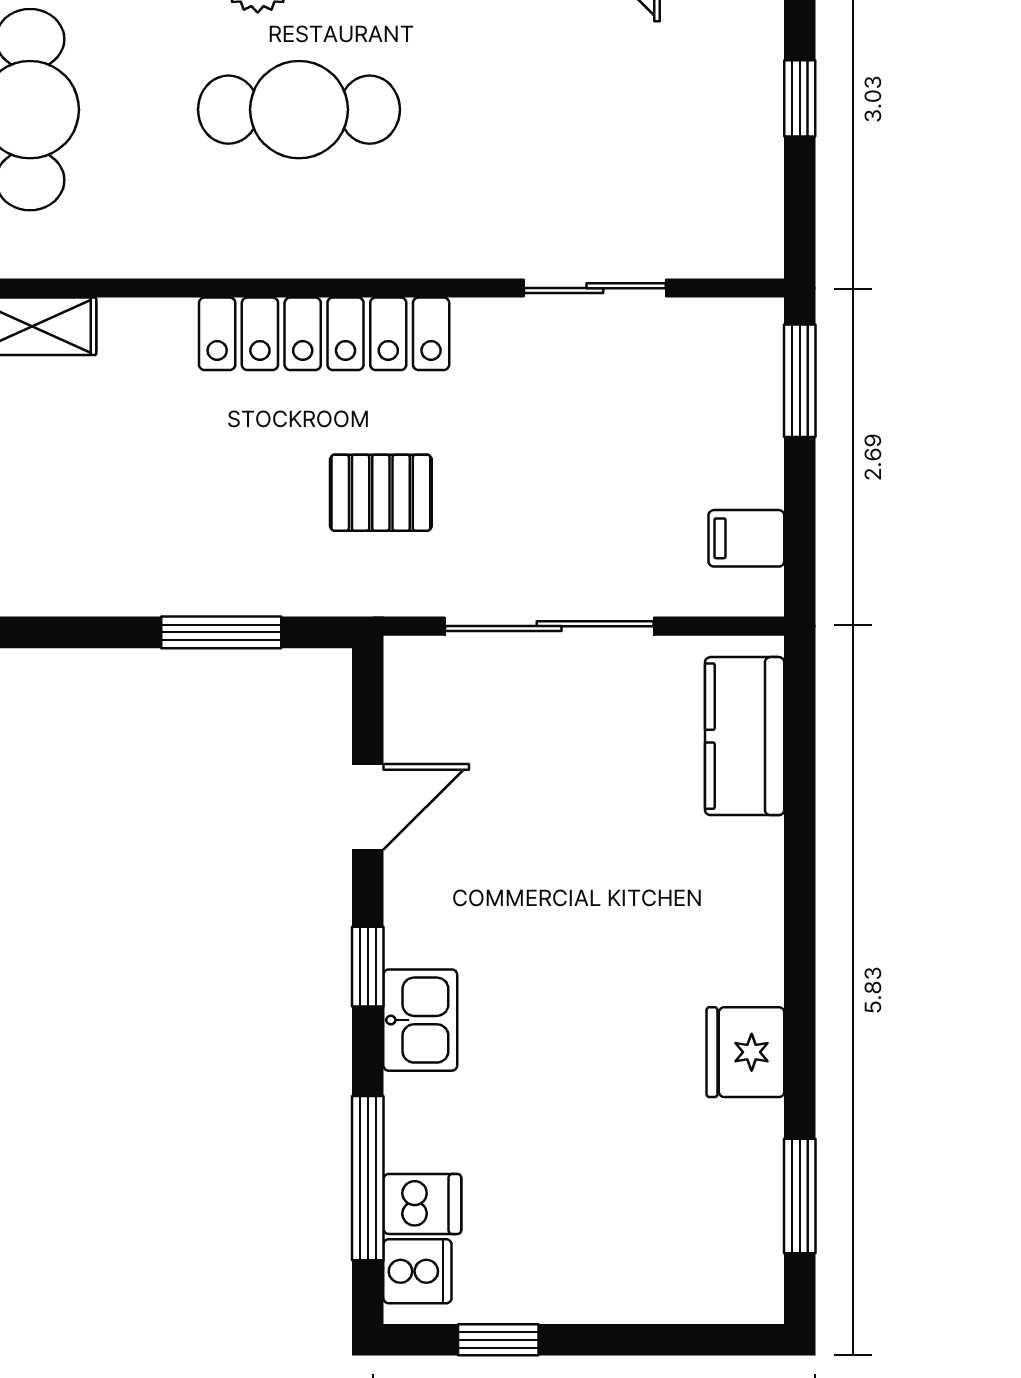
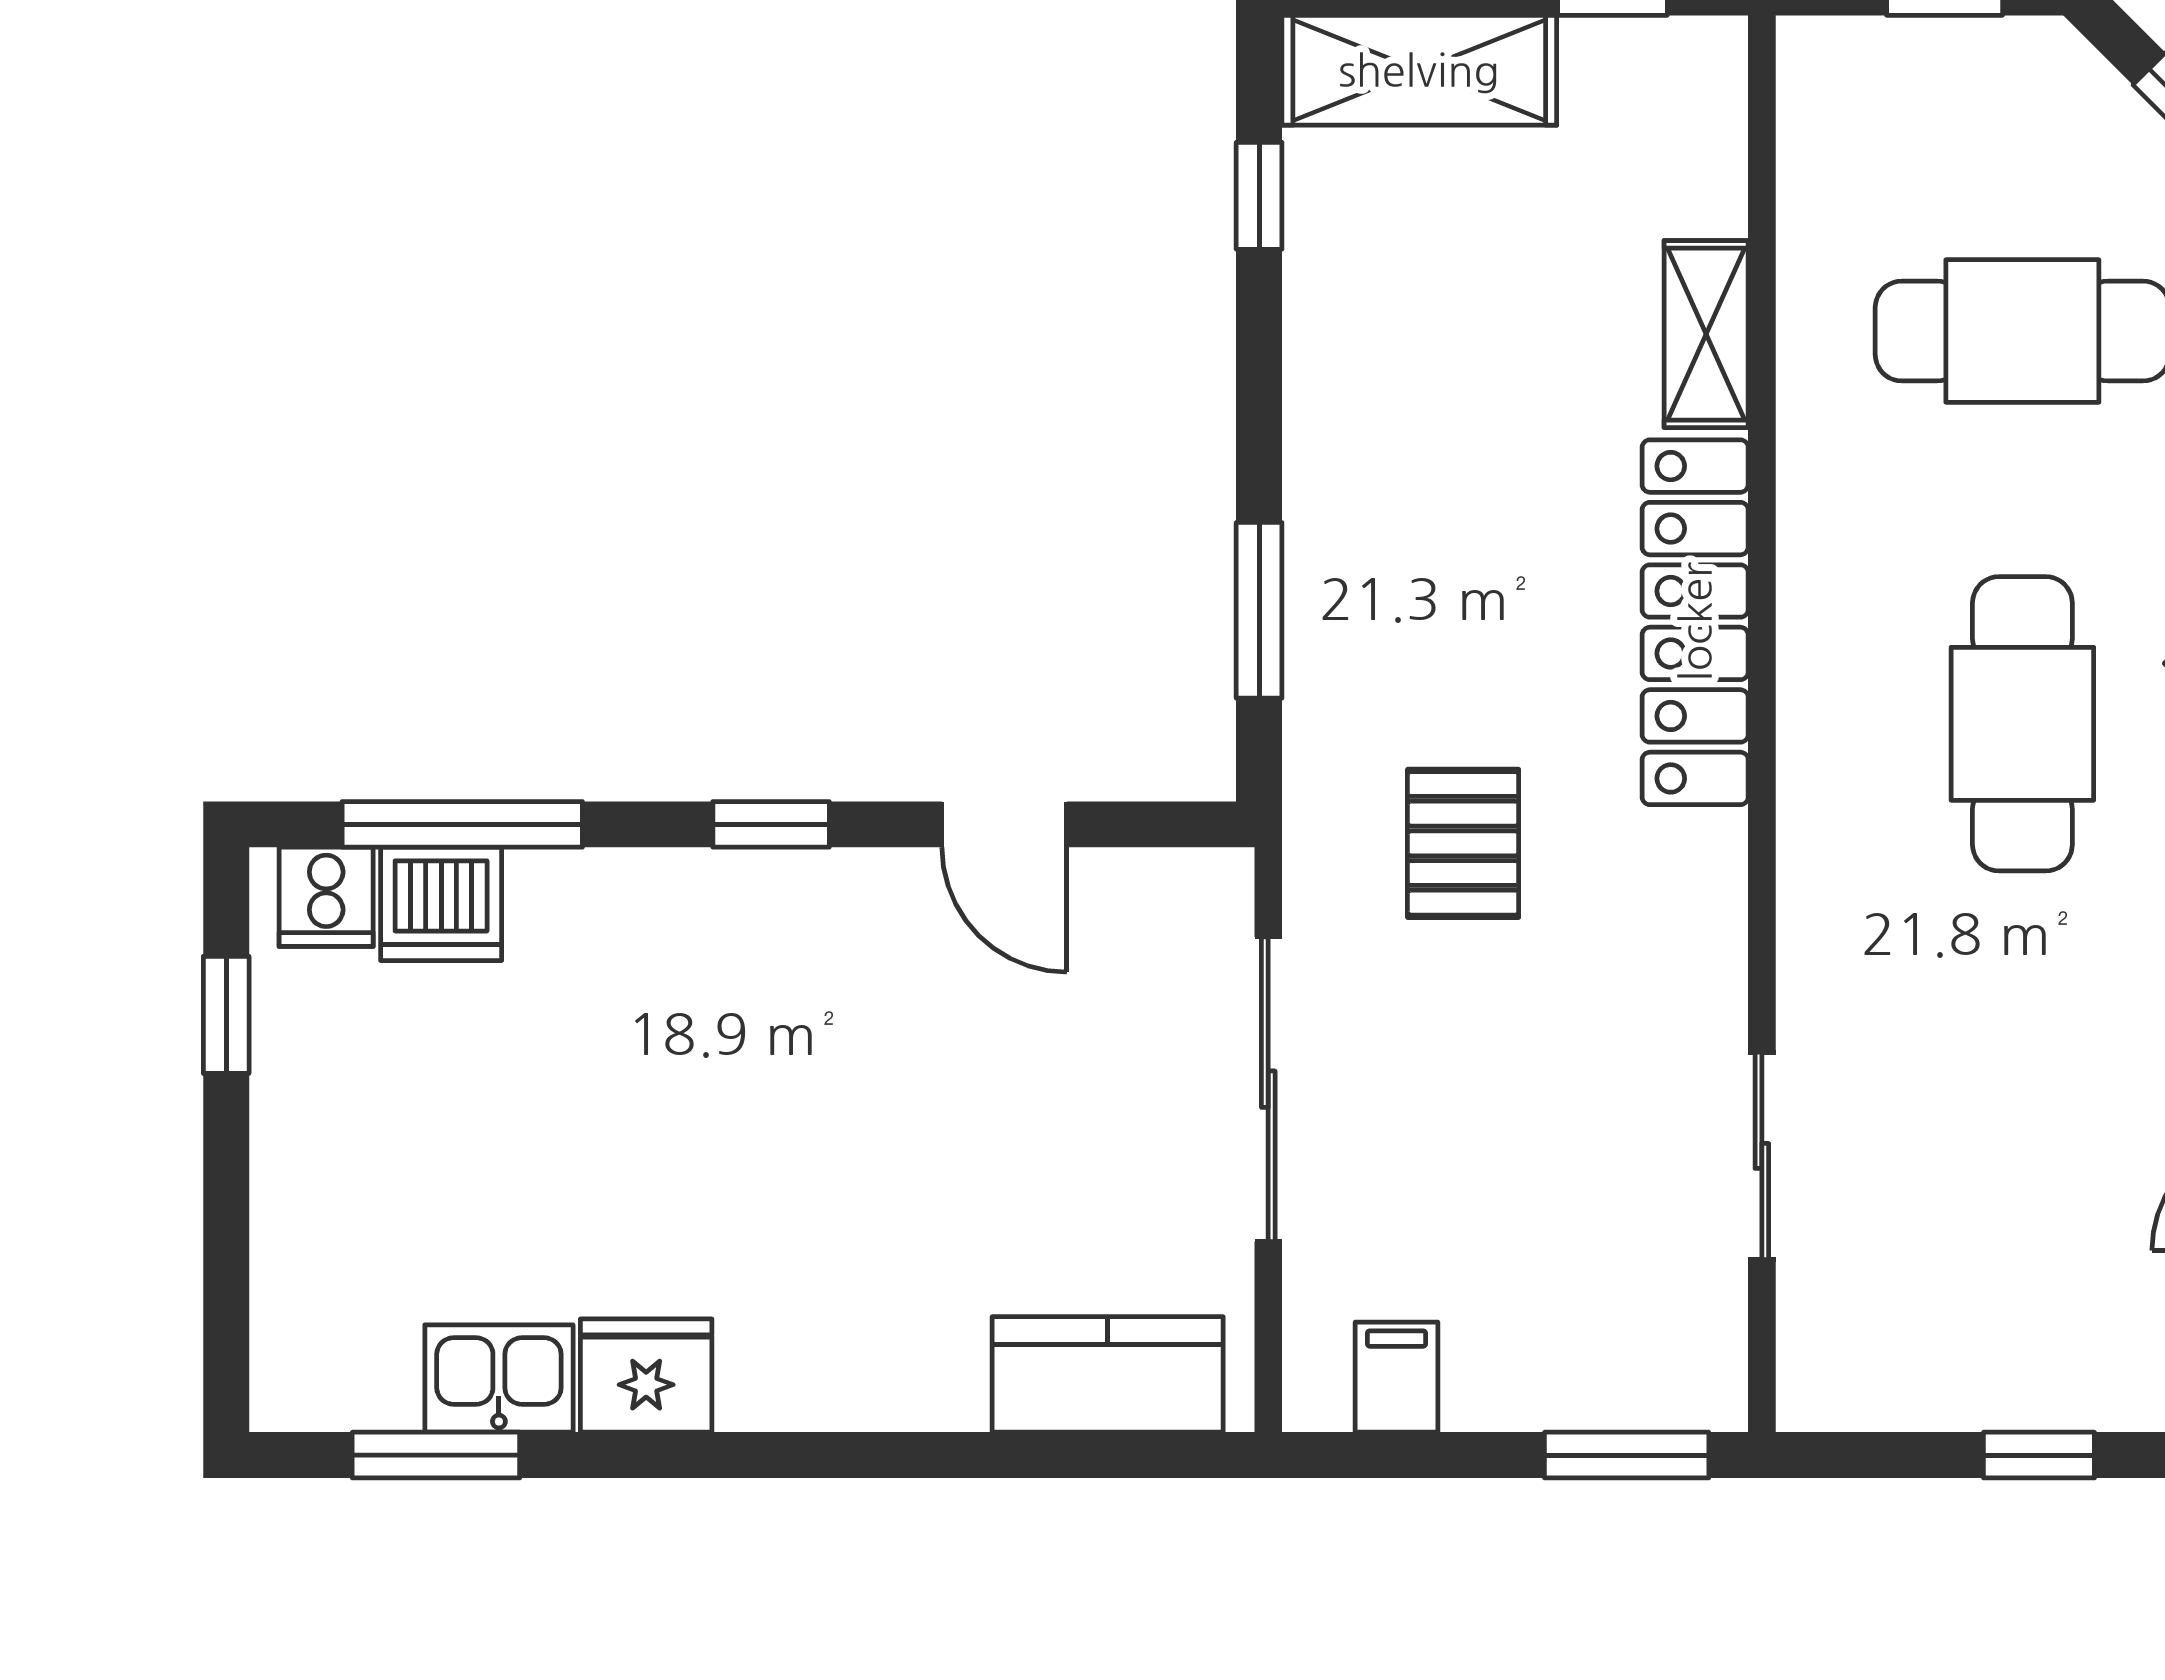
locker: (324, 334) -> (1695, 622), moved
kitchen sink: (420, 1020) -> (499, 1379), moved, turned 180
dishwasher: (422, 1204) -> (441, 904), width x1.38

